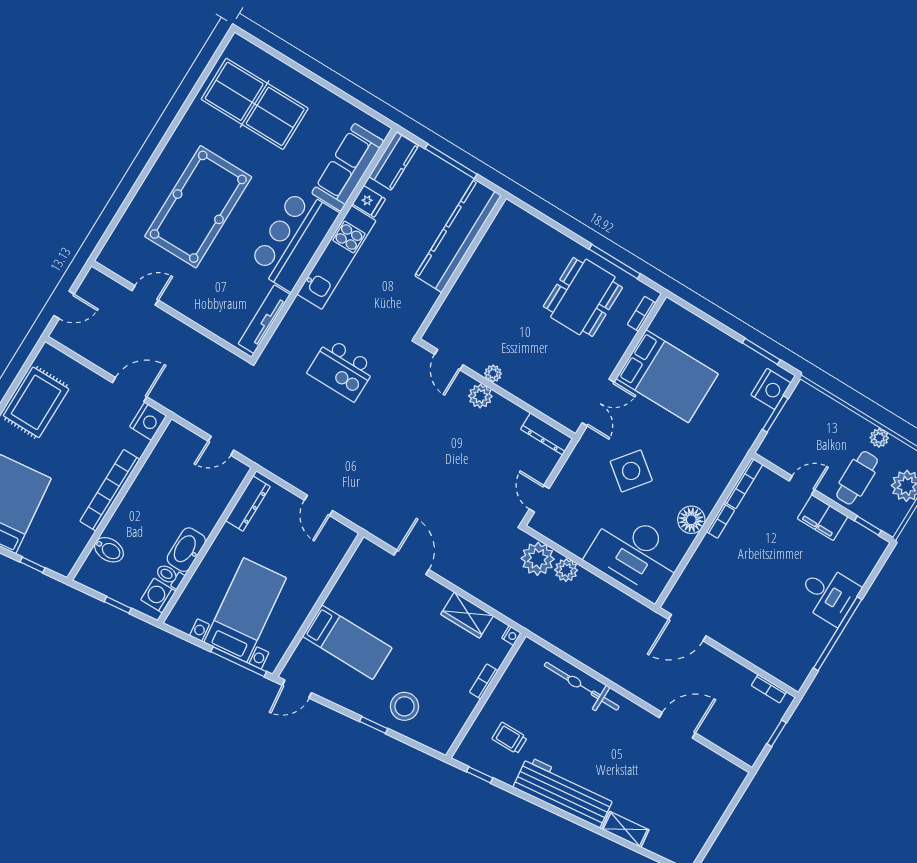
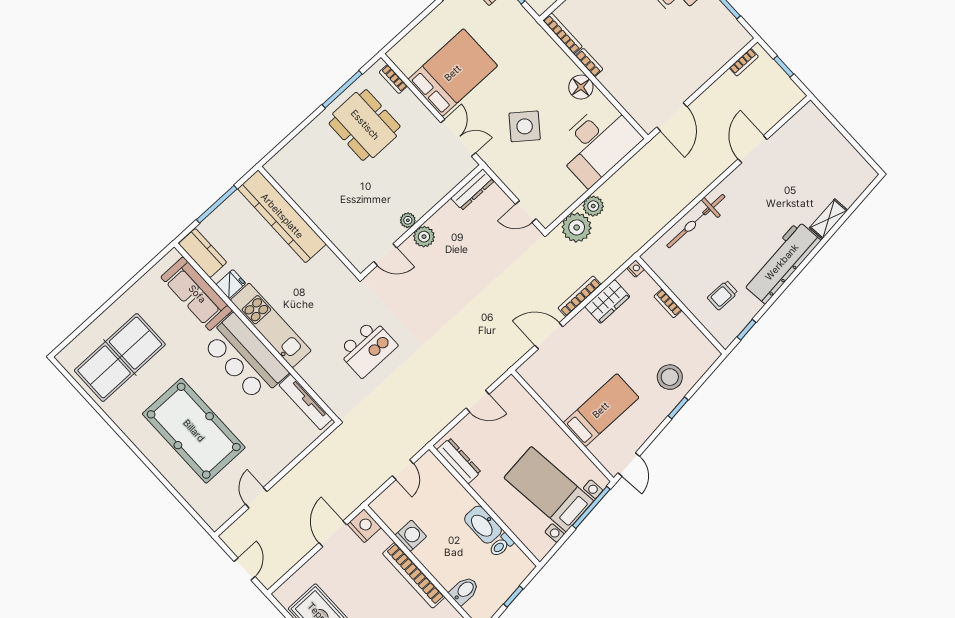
bookcase: (464, 583) -> (580, 296), added
washing machine: (158, 596) -> (411, 536), moved, turned 180

